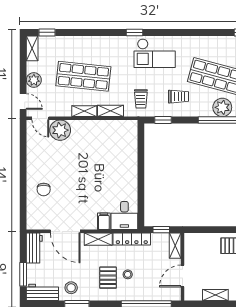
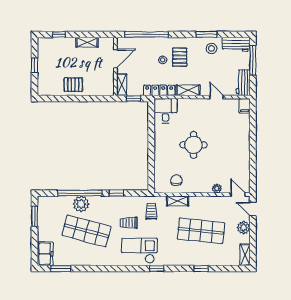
window: (47, 32) -> (201, 269), moved
trolley: (178, 97) -> (129, 223), moved
shelving: (84, 111) -> (200, 201), removed
window: (163, 120) -> (116, 193), moved
plant: (60, 130) -> (217, 188), width x0.53, depth x0.53
round table: (92, 176) -> (193, 145), added
chair: (44, 189) -> (176, 180), moved
filing cabinet: (104, 221) -> (245, 106), moved
door: (65, 231) -> (217, 97), width x0.53
window: (23, 274) -> (253, 60), width x1.44

